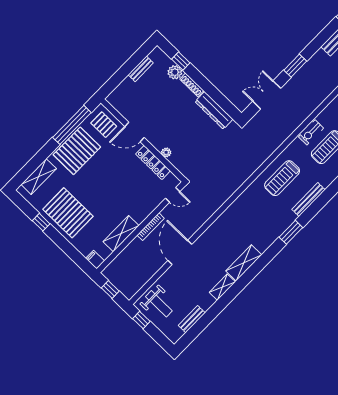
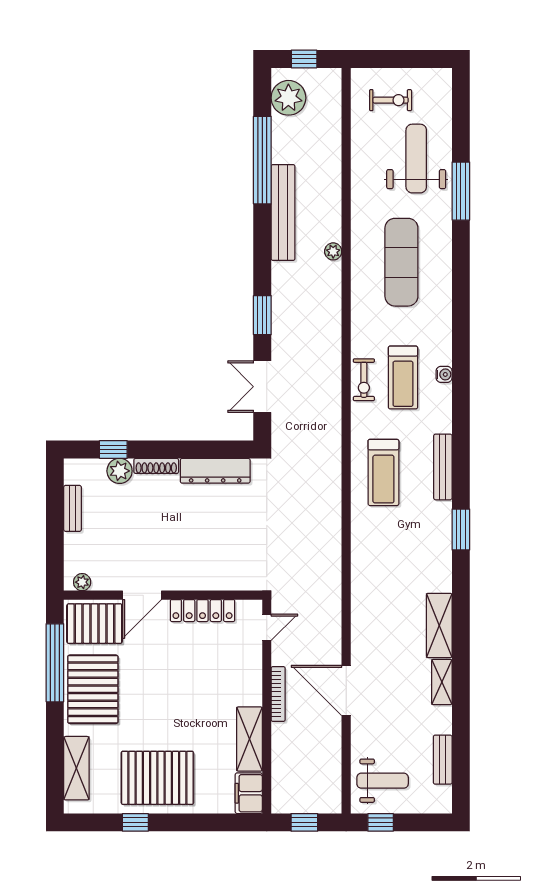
pallet: (104, 125) -> (94, 624), width x1.50, depth x1.42
plant: (166, 152) -> (82, 582), moved
filing cabinet: (95, 260) -> (249, 793), width x2.00

